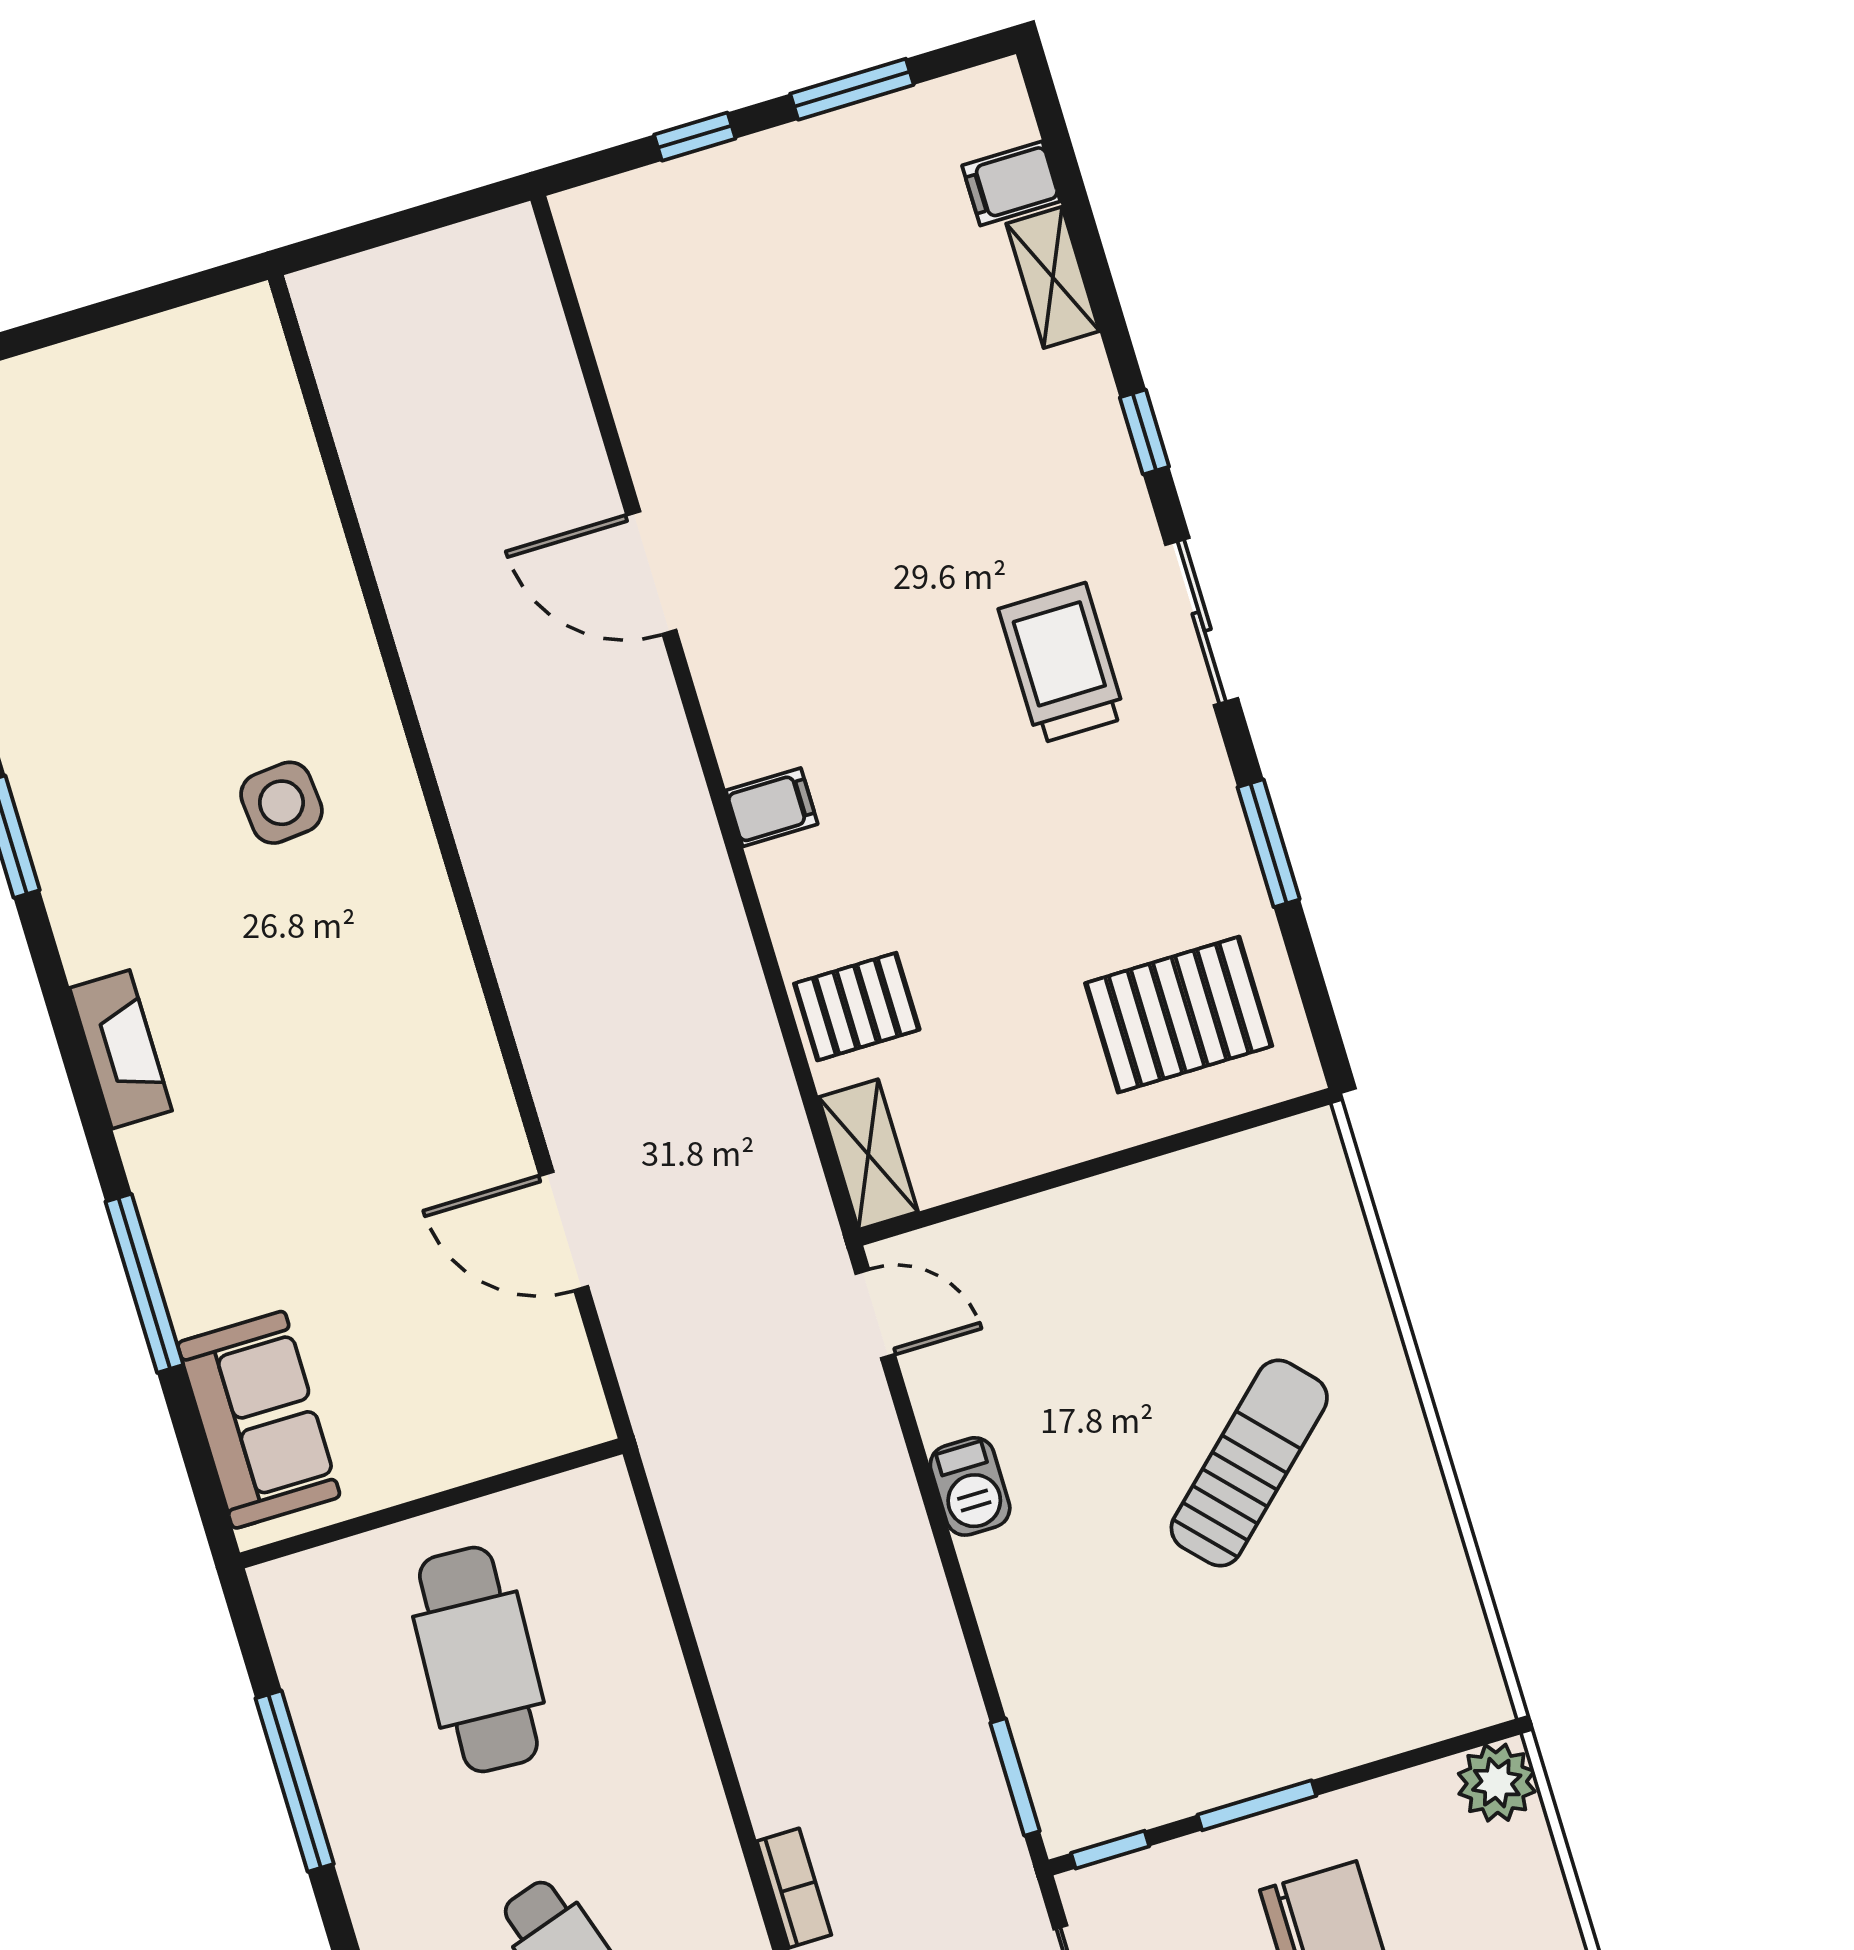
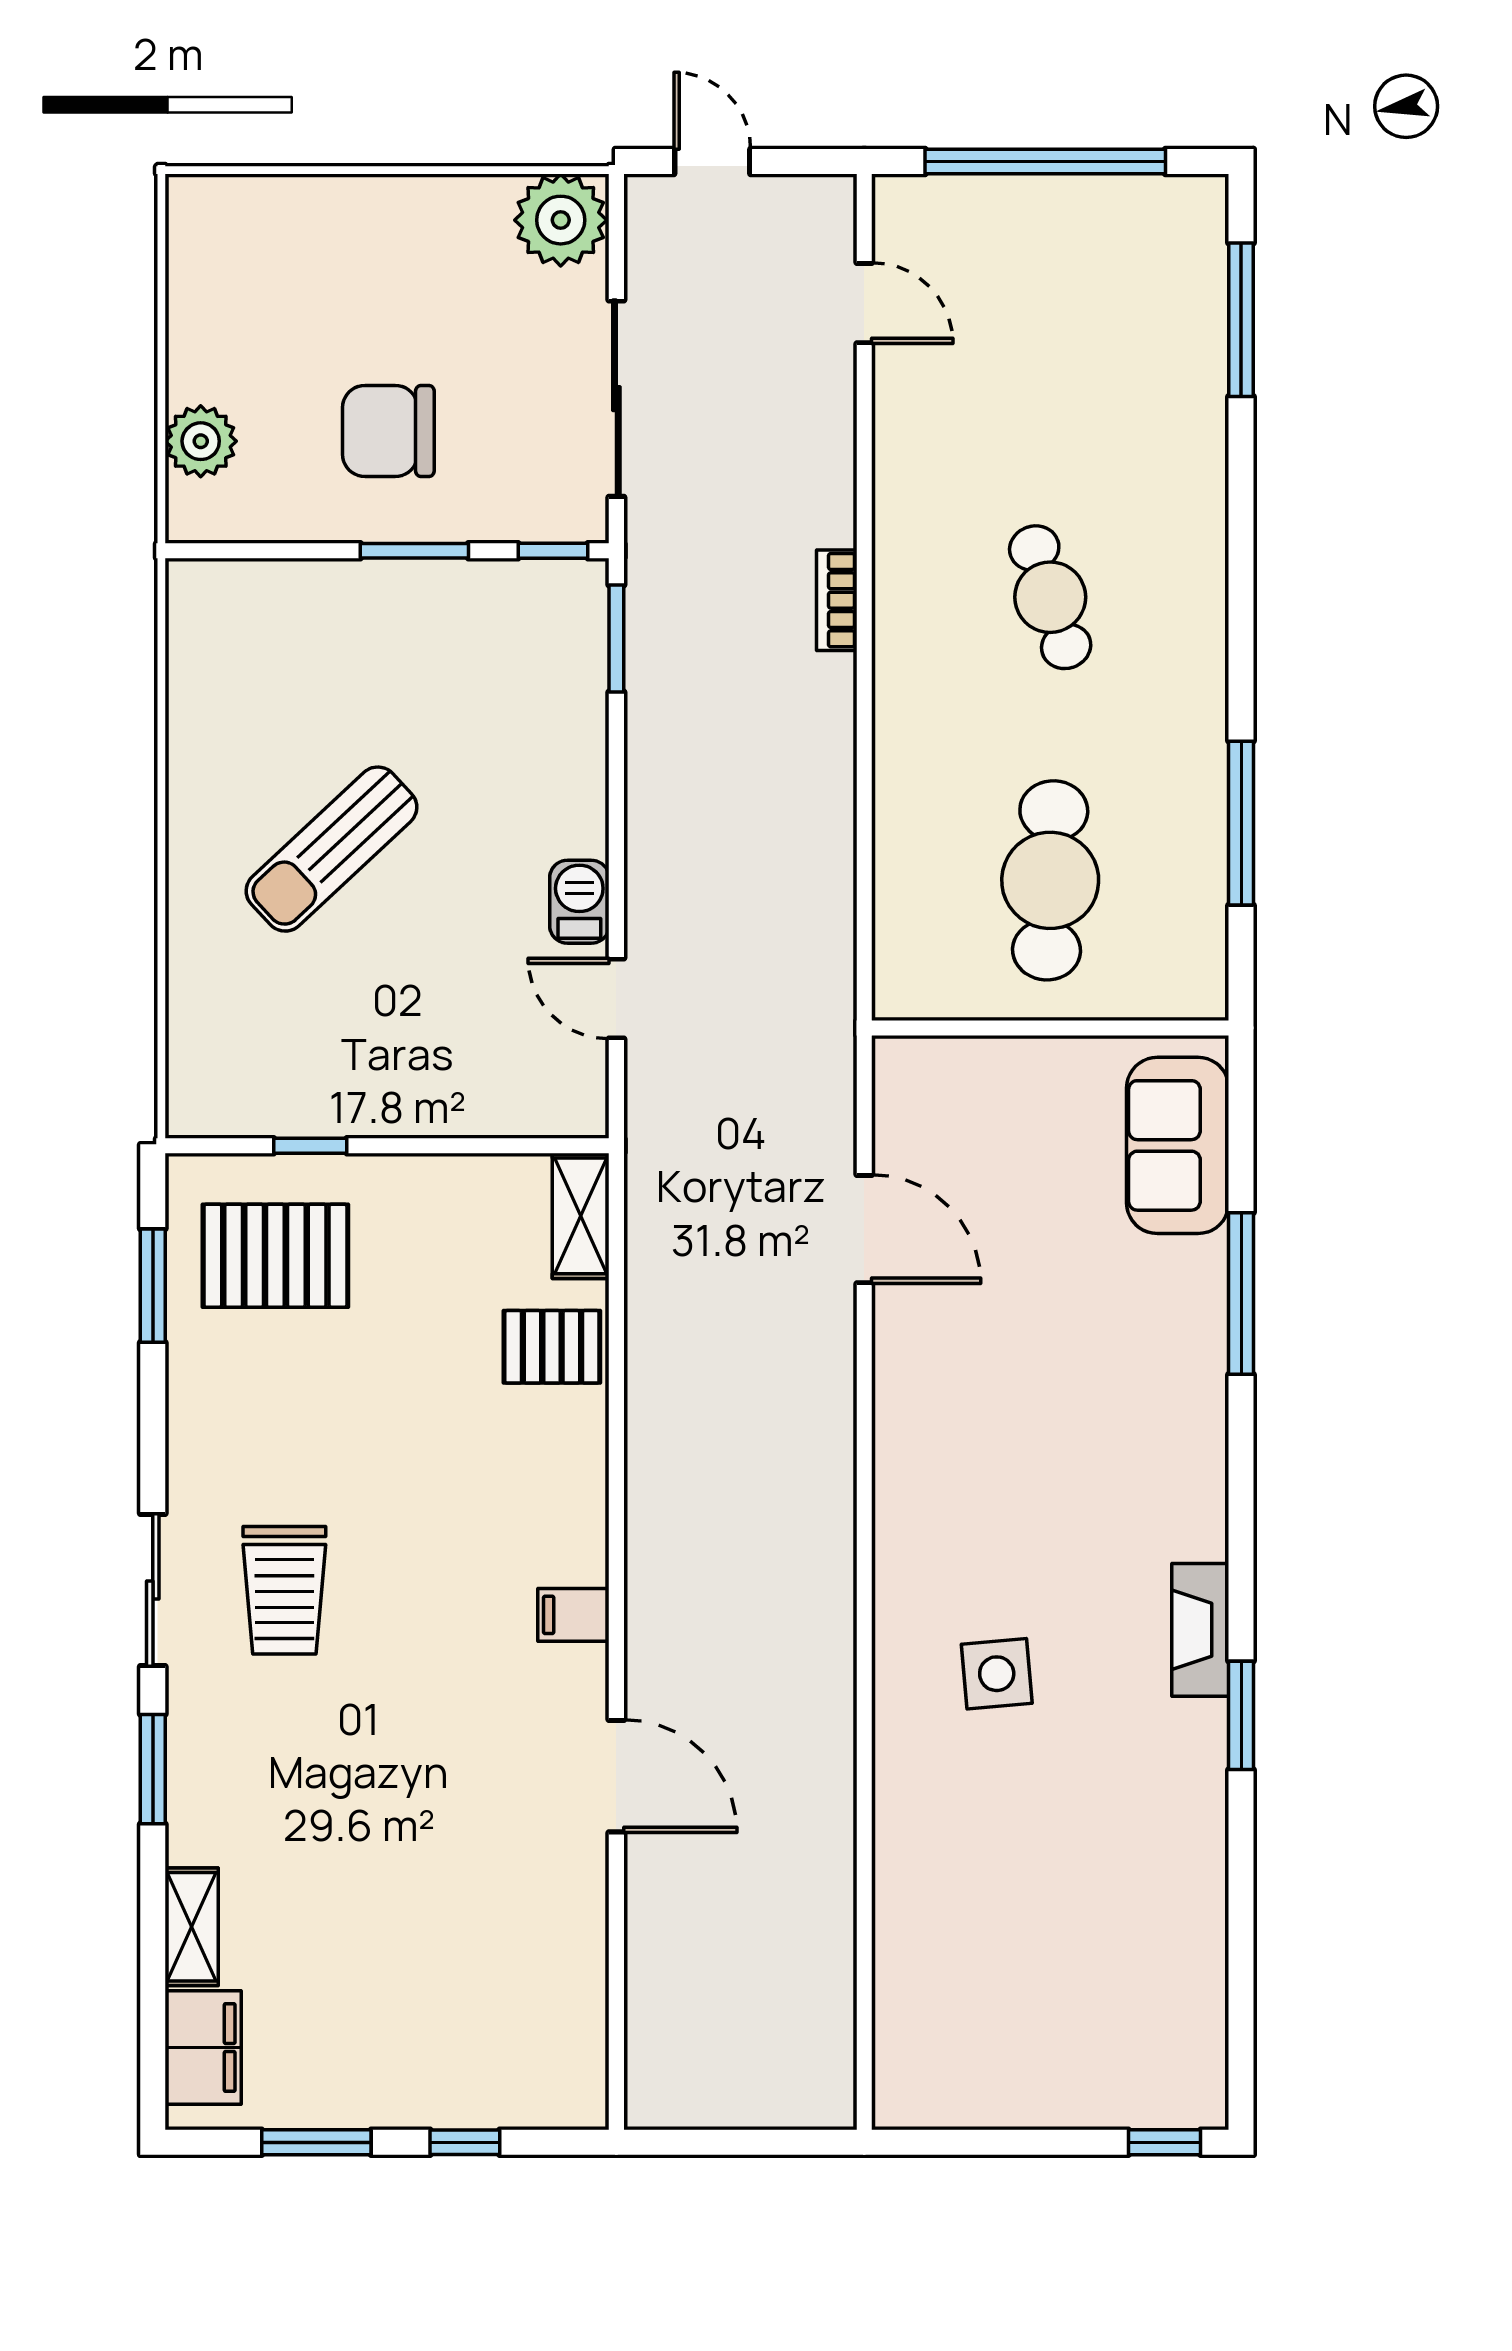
filing cabinet: (1011, 183) -> (203, 2047), width x2.00
window: (1144, 432) -> (153, 1769), width x1.50
filing cabinet: (772, 807) -> (573, 1615), moved
window: (1269, 843) -> (153, 1286), moved
fireplace: (121, 1049) -> (1200, 1630), moved
window: (1177, 1142) -> (310, 1146), added
door: (875, 1314) -> (616, 998), moved
plant: (1497, 1783) -> (201, 441), moved

